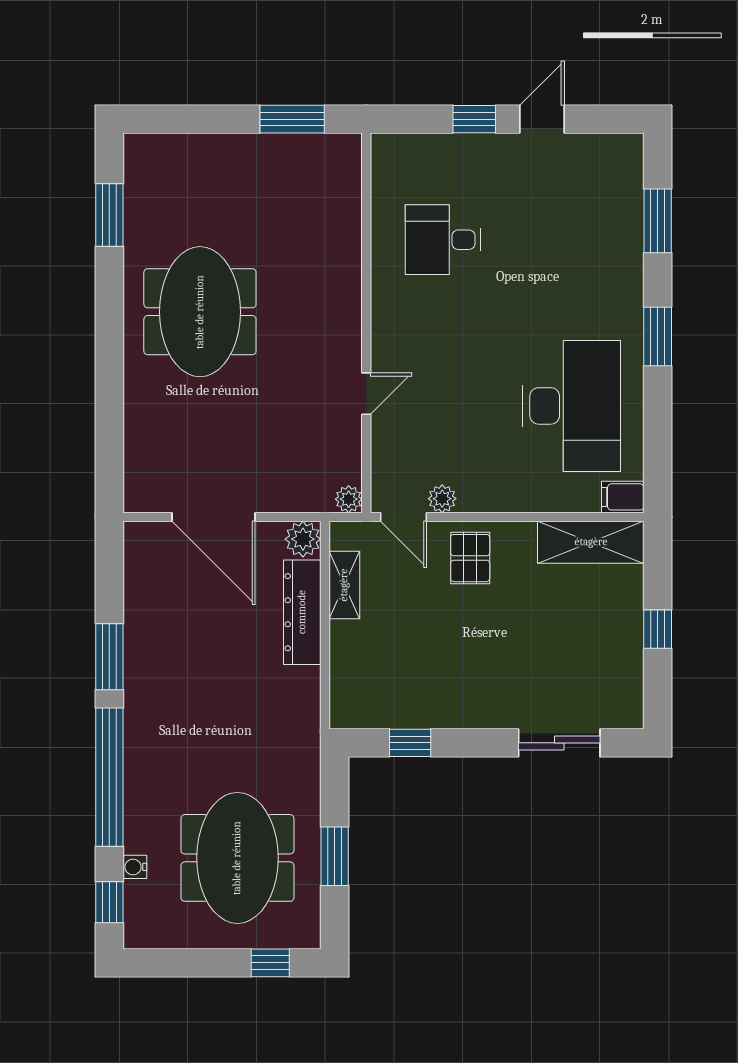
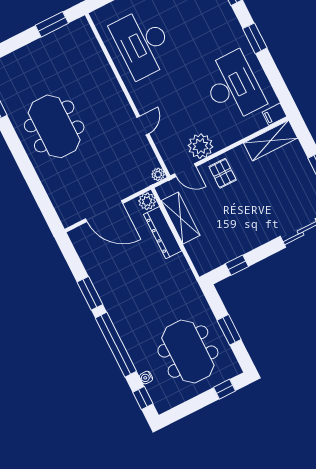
desk: (443, 240) -> (142, 43), width x1.87, depth x1.30
plant: (442, 499) -> (200, 146), width x1.87, depth x1.87
shelving: (344, 585) -> (181, 218), width x1.50, depth x1.33

